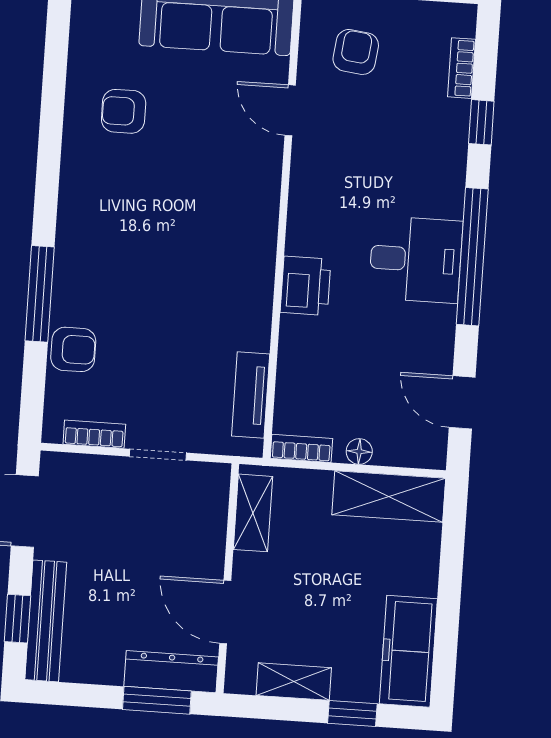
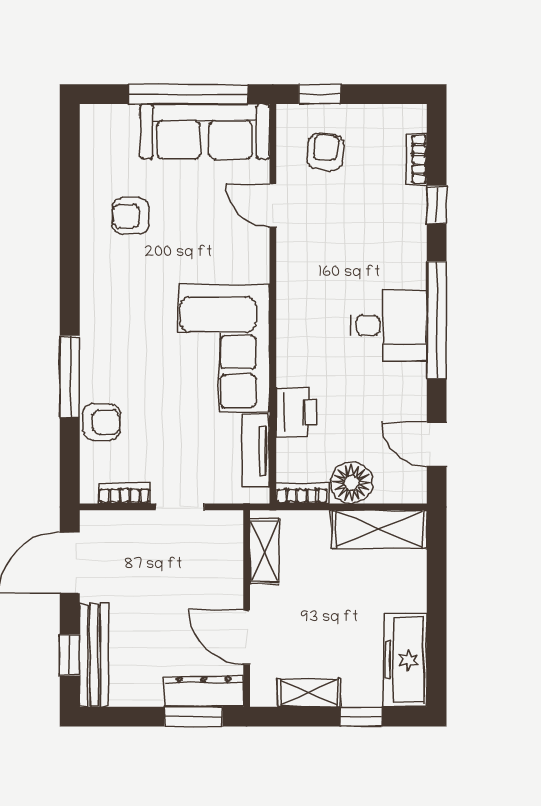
corner sofa: (222, 273) -> (224, 348), added
printer: (306, 286) -> (296, 412), moved
floor lamp: (359, 452) -> (352, 483), width x1.89, depth x1.89

